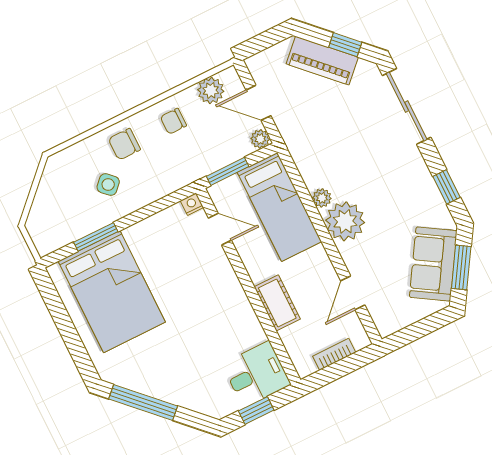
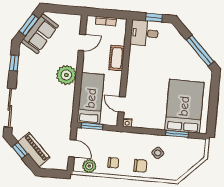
plant: (260, 139) -> (81, 132), removed
window: (228, 171) -> (92, 126), moved
plant: (322, 198) -> (70, 91), removed

